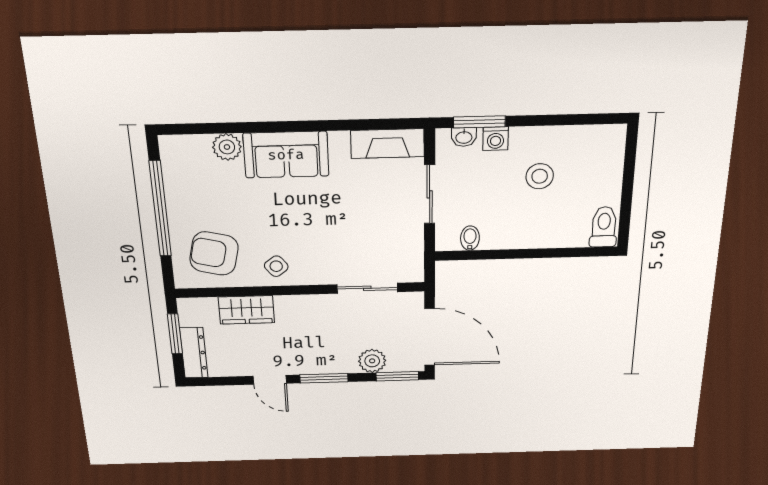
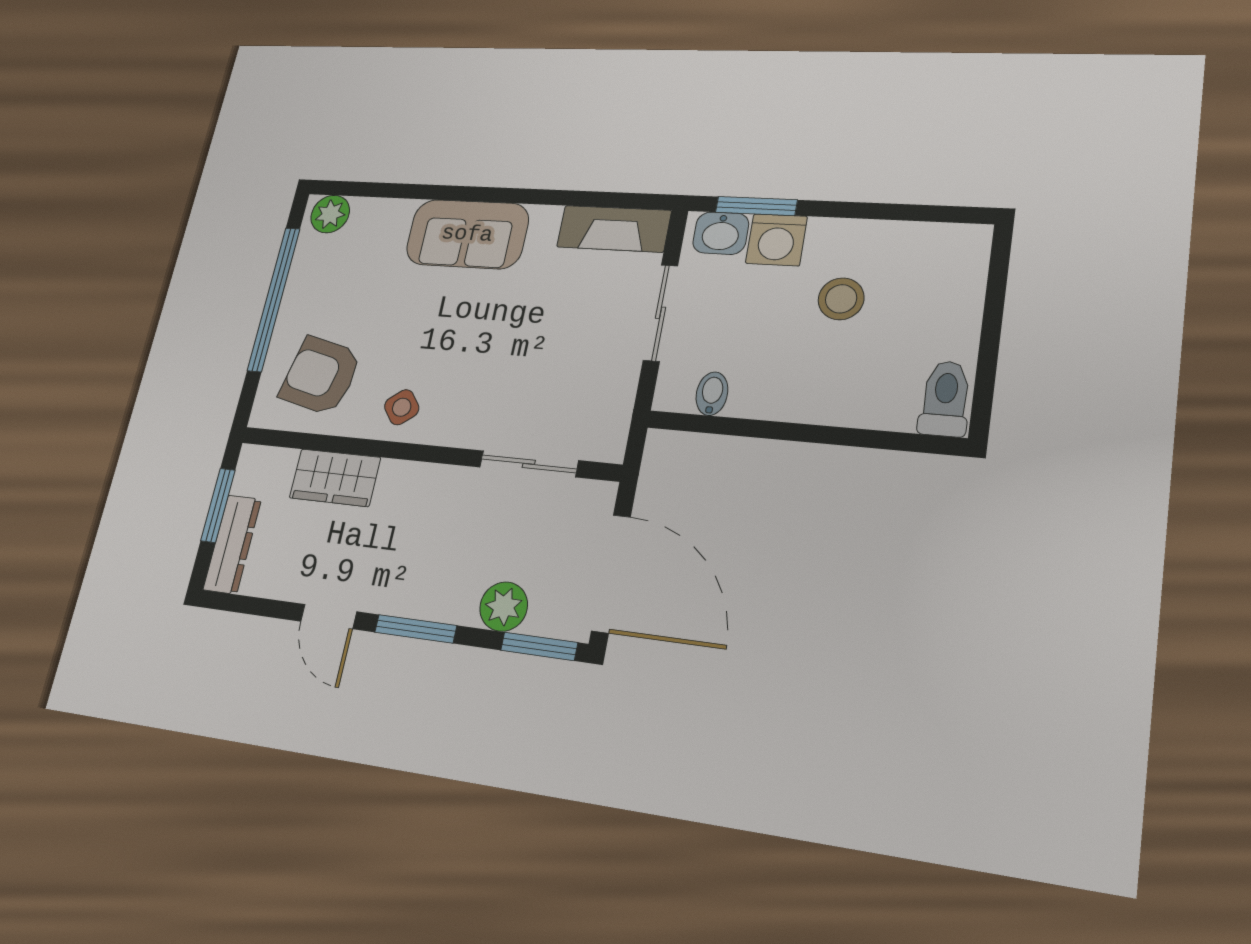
washbasin: (464, 137) -> (721, 233), width x1.38, depth x1.45
washing machine: (496, 139) -> (776, 240), width x1.38, depth x1.38
plant: (227, 147) -> (330, 214), moved

